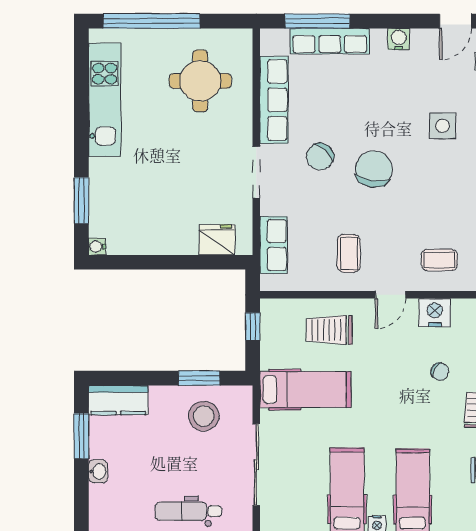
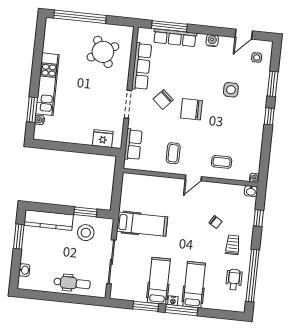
round table: (200, 81) -> (103, 52), turned -30
kitchen unit: (105, 100) -> (47, 84), moved
chair: (374, 169) -> (191, 109), turned -99
water cooler: (97, 247) -> (40, 120), moved
nightstand: (435, 313) -> (216, 190), removed
window: (253, 327) -> (117, 187), removed
trolley: (329, 330) -> (158, 193), removed
kitchen counter: (118, 400) -> (49, 220), width x1.50
washbasin: (98, 471) -> (24, 270), moved
dental chair: (188, 511) -> (72, 283), turned 180

